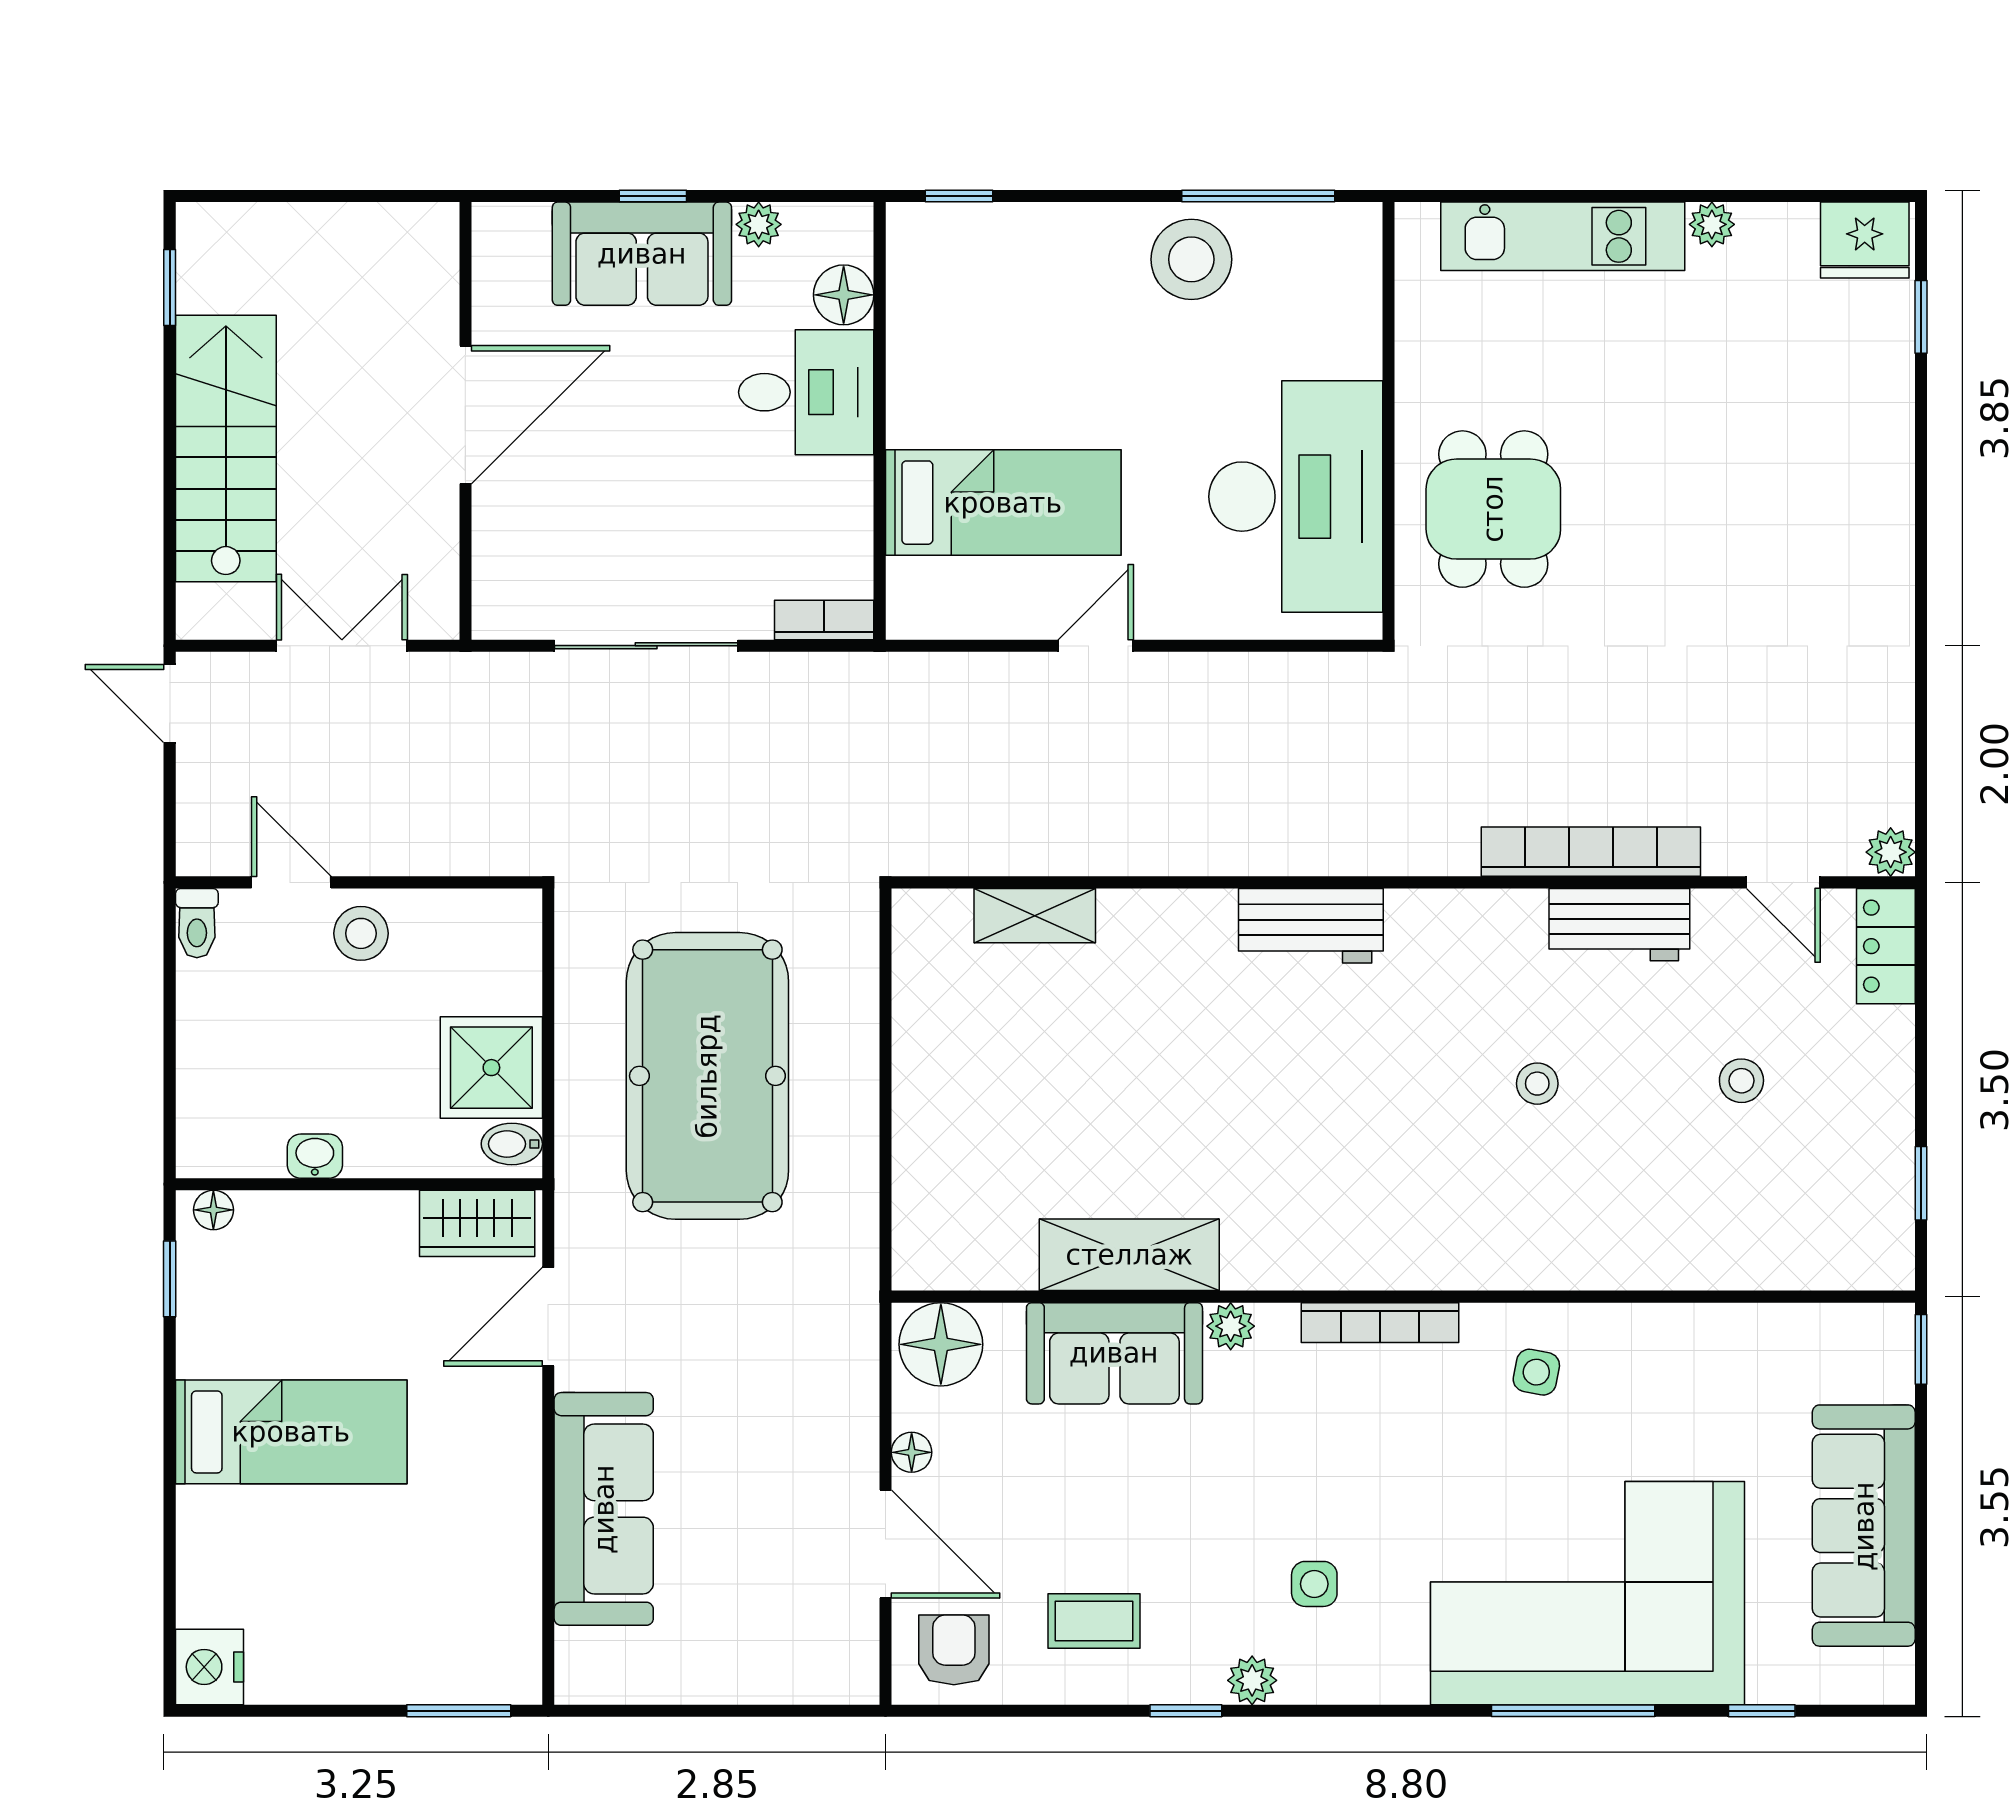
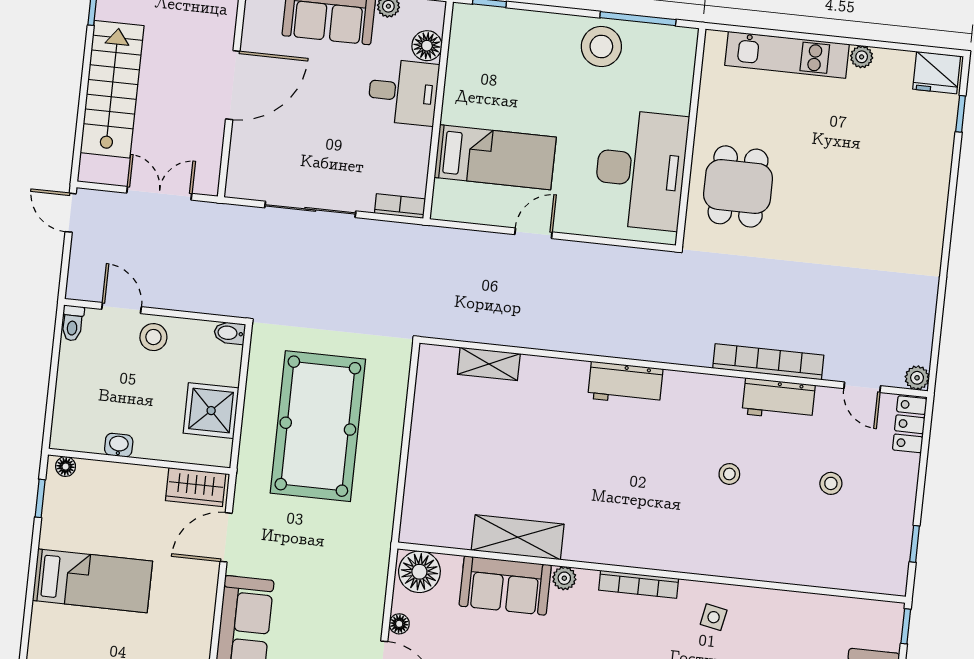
bidet: (512, 1144) -> (230, 333), moved

